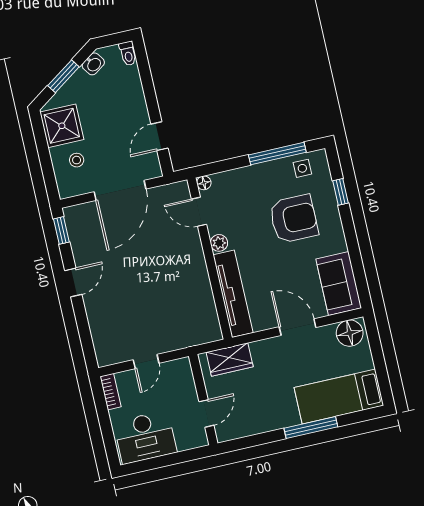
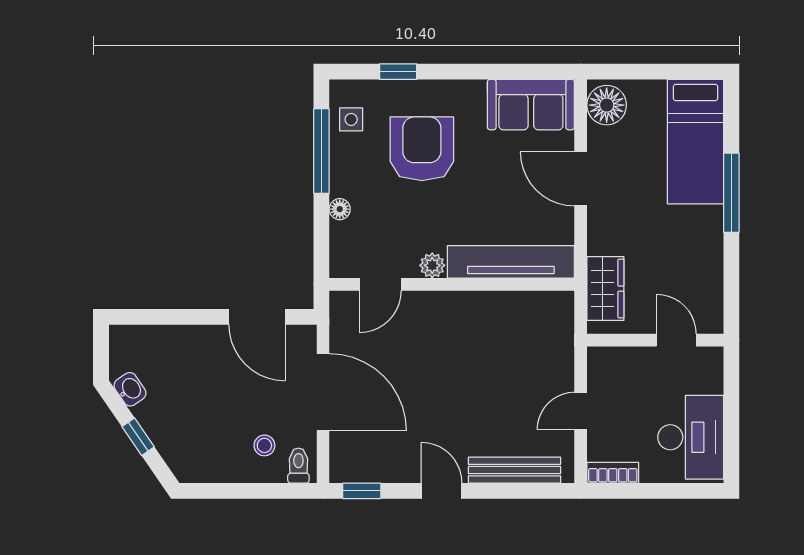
toilet: (128, 53) -> (298, 466), moved, turned -90
window: (63, 76) -> (138, 437), width x0.67
shower: (62, 126) -> (210, 456), removed
door: (159, 136) -> (257, 317), width x1.38
floor lamp: (204, 183) -> (340, 209), moved
bench: (98, 327) -> (515, 470), added
door: (298, 327) -> (581, 179), hinge flipped
door: (146, 361) -> (581, 411), swing flipped

